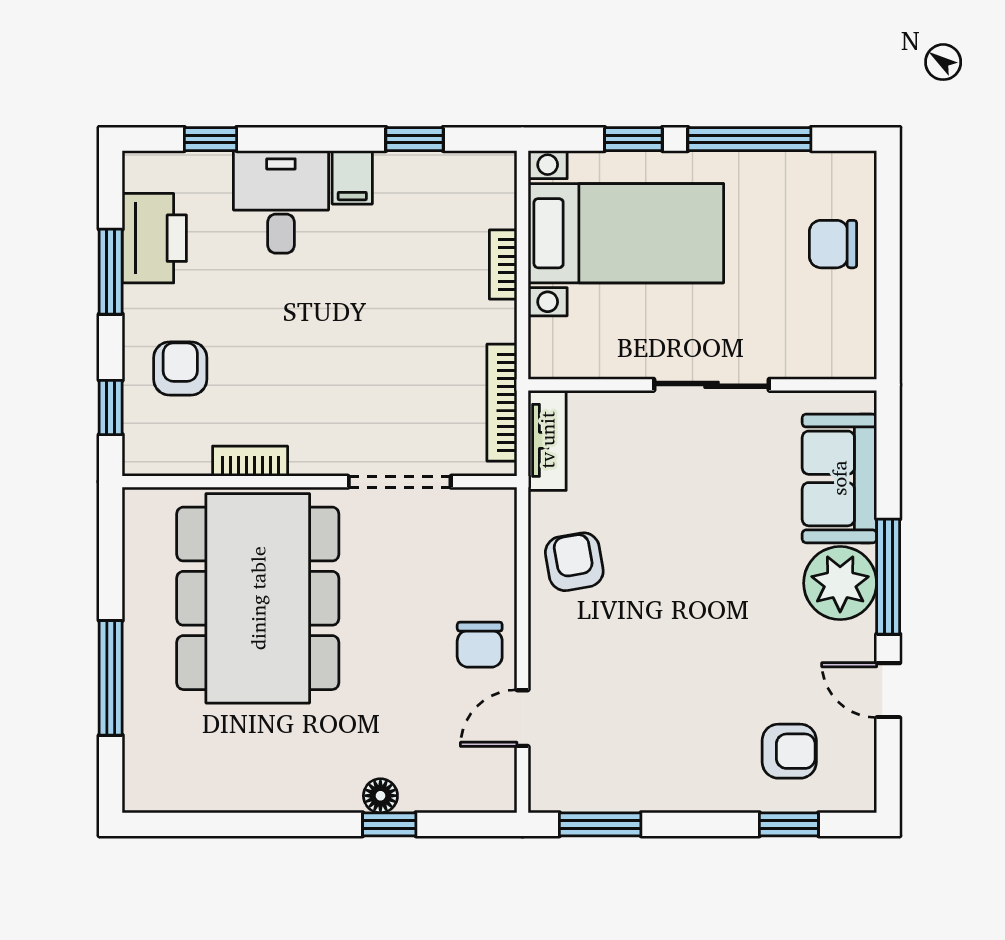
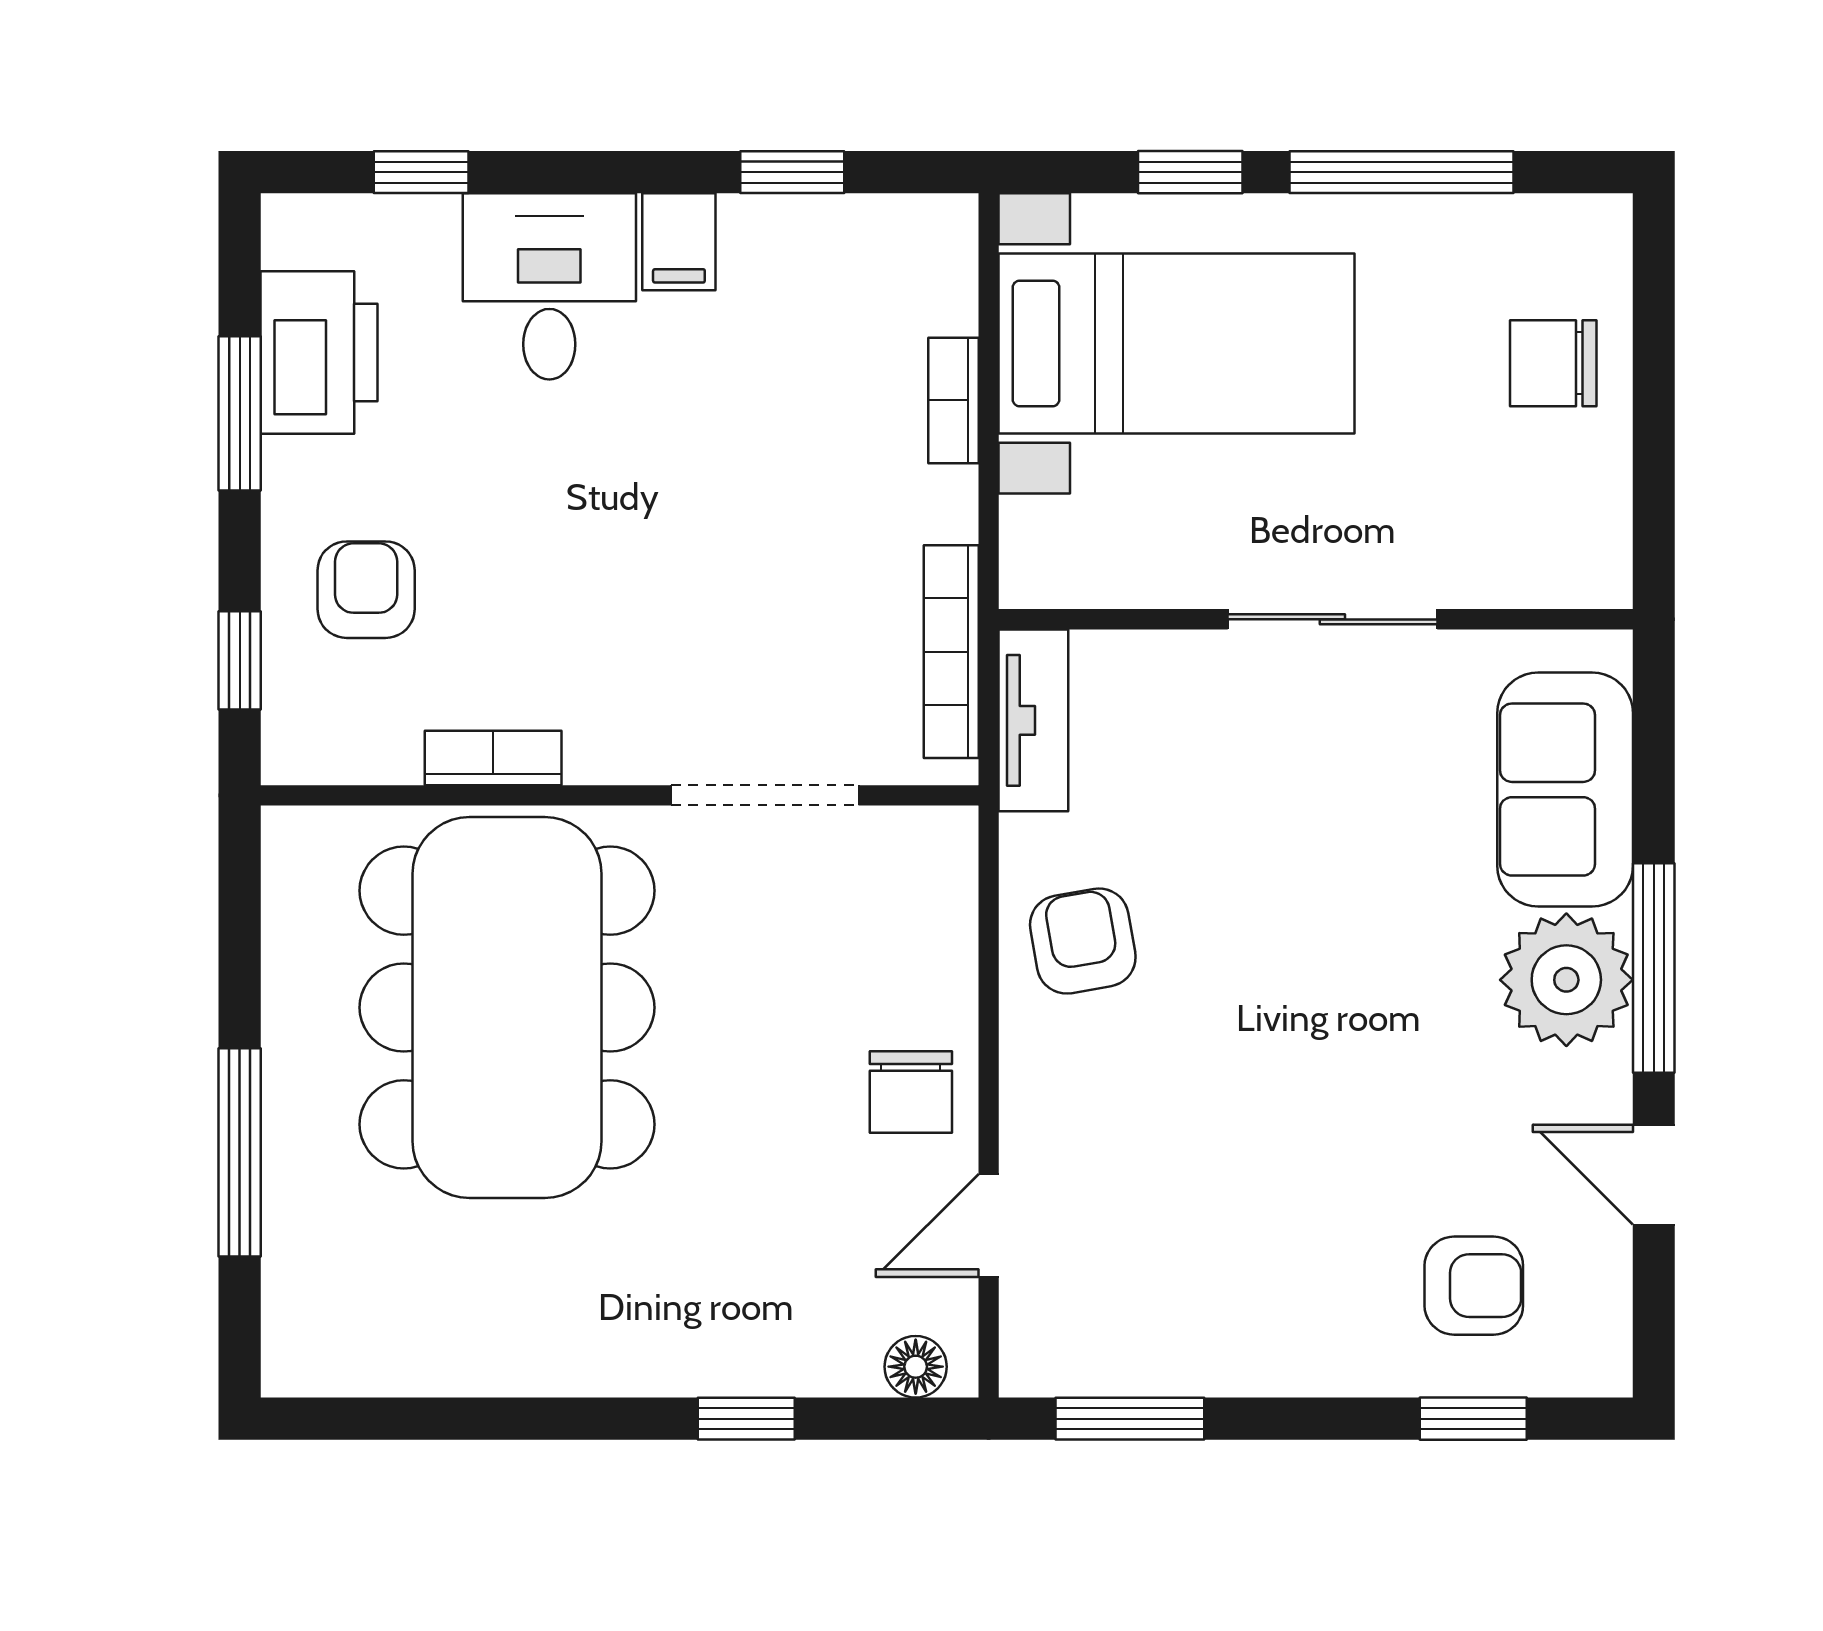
floor lamp: (380, 796) -> (916, 1367), moved

